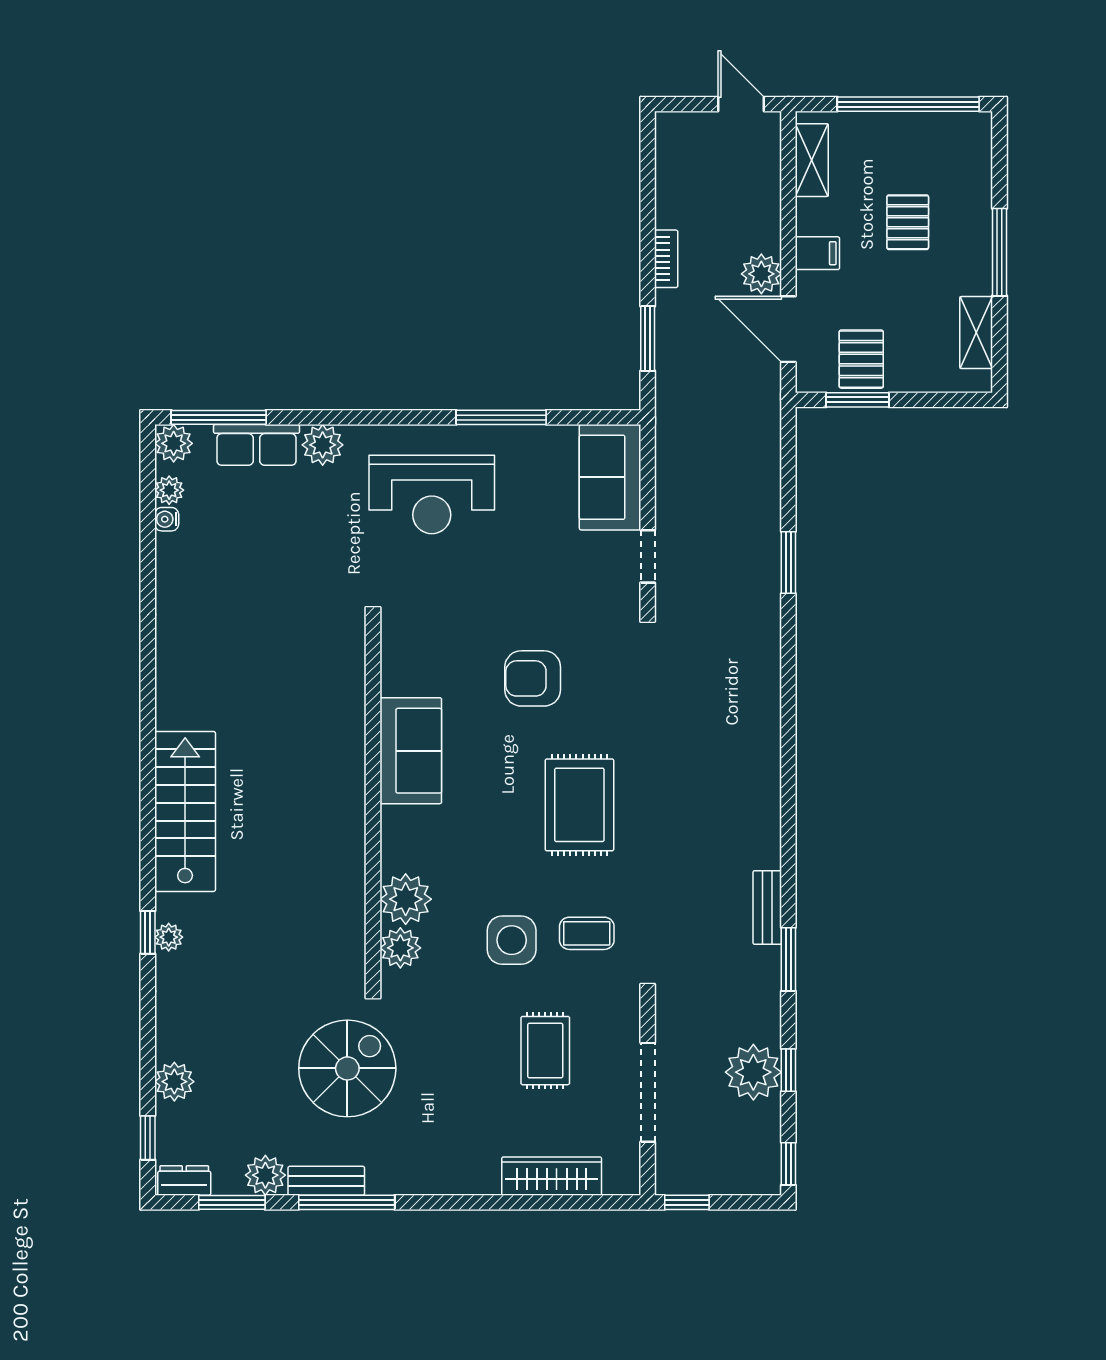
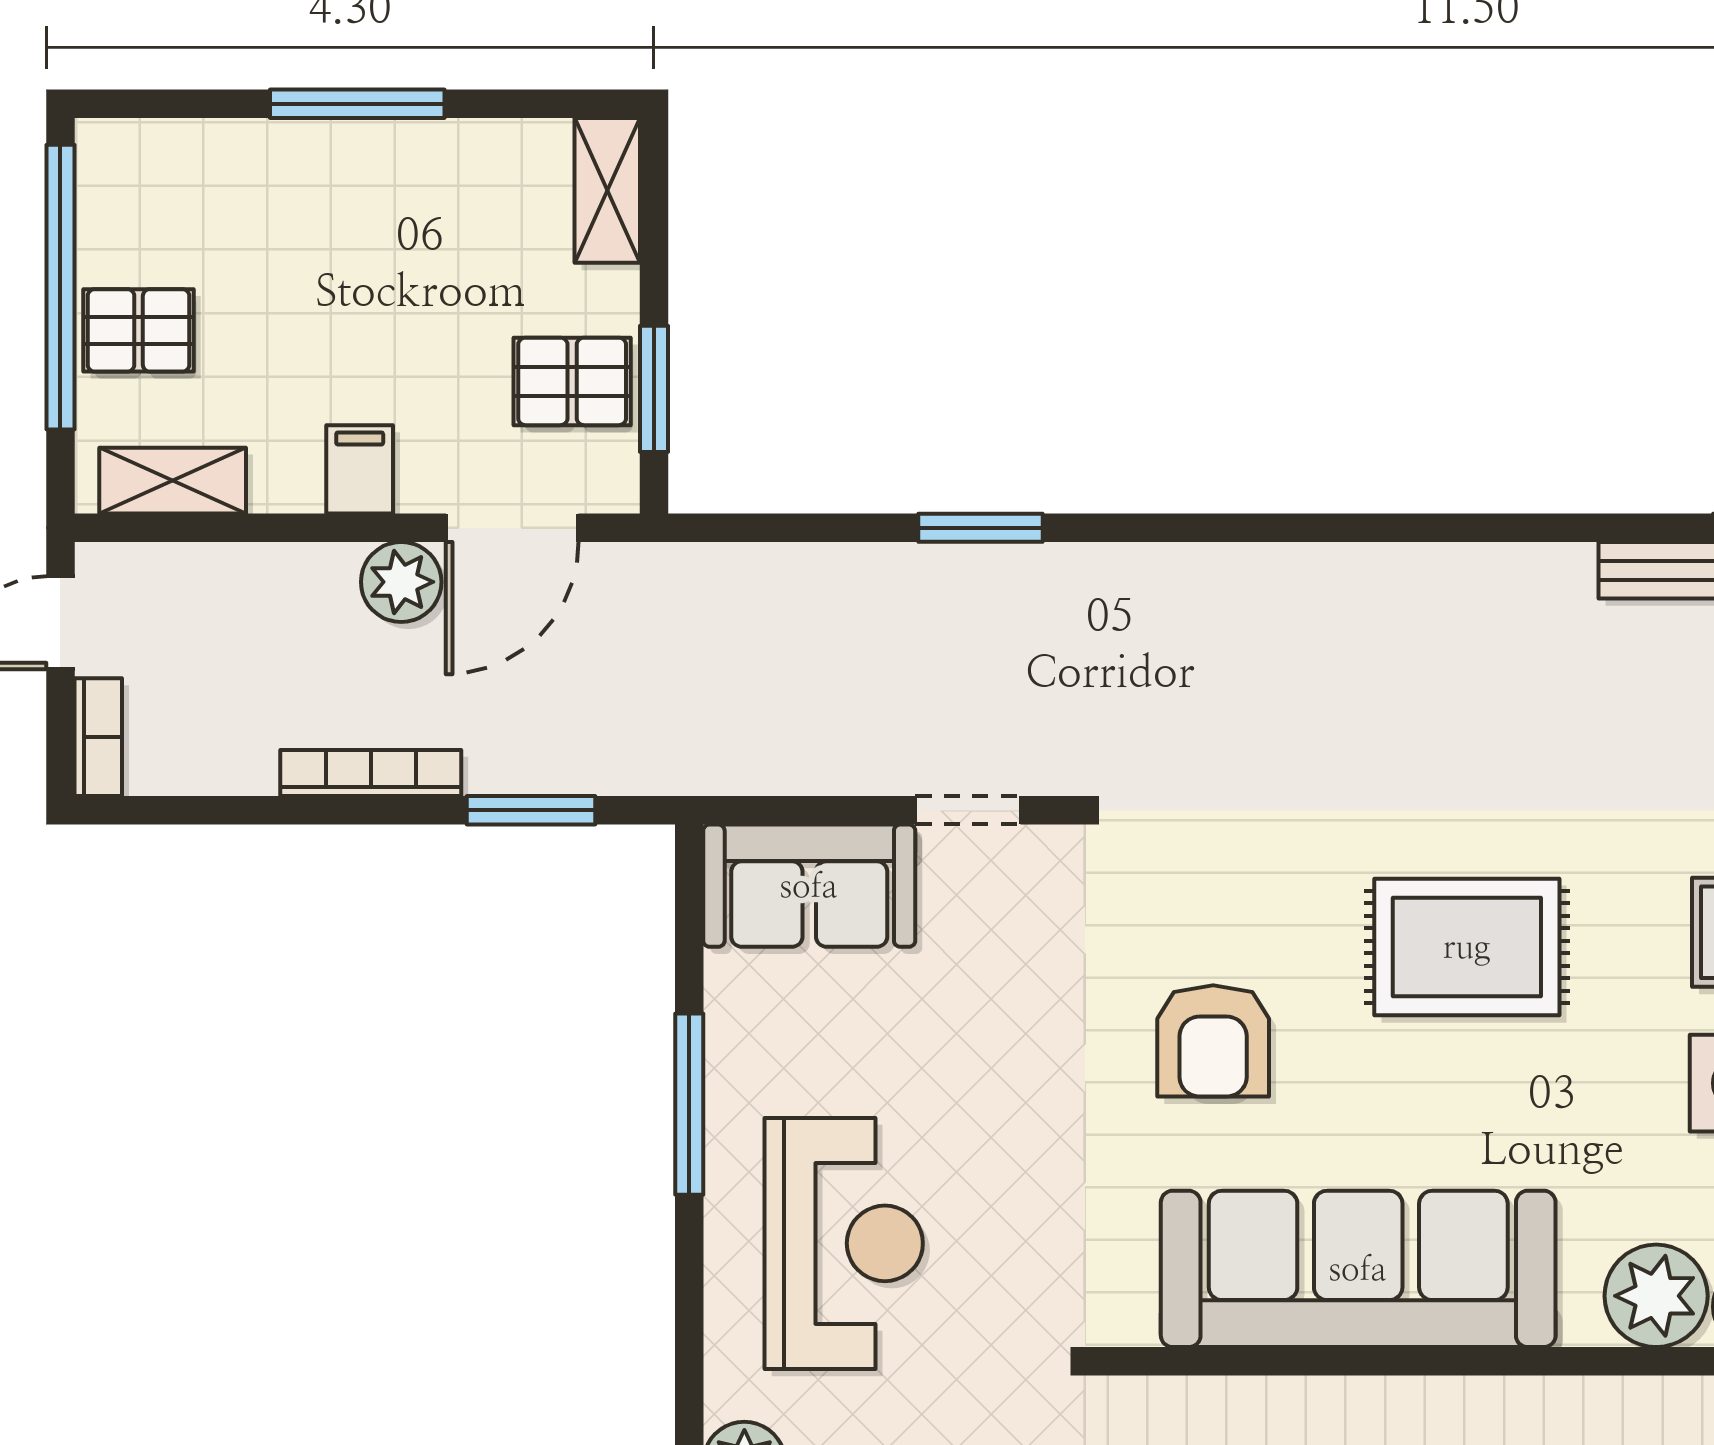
bookcase: (684, 123) -> (98, 737), added
pallet: (908, 222) -> (139, 330), moved
bookcase: (666, 259) -> (371, 773), width x1.56
shelving: (976, 333) -> (607, 190), moved, turned 90
sofa: (411, 751) -> (1358, 1269), width x1.85, depth x1.27

